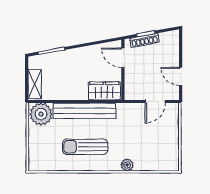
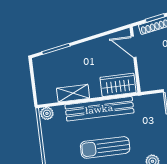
shelving: (35, 84) -> (73, 93), moved, turned 90
plant: (41, 114) -> (47, 113), width x0.53, depth x0.53

